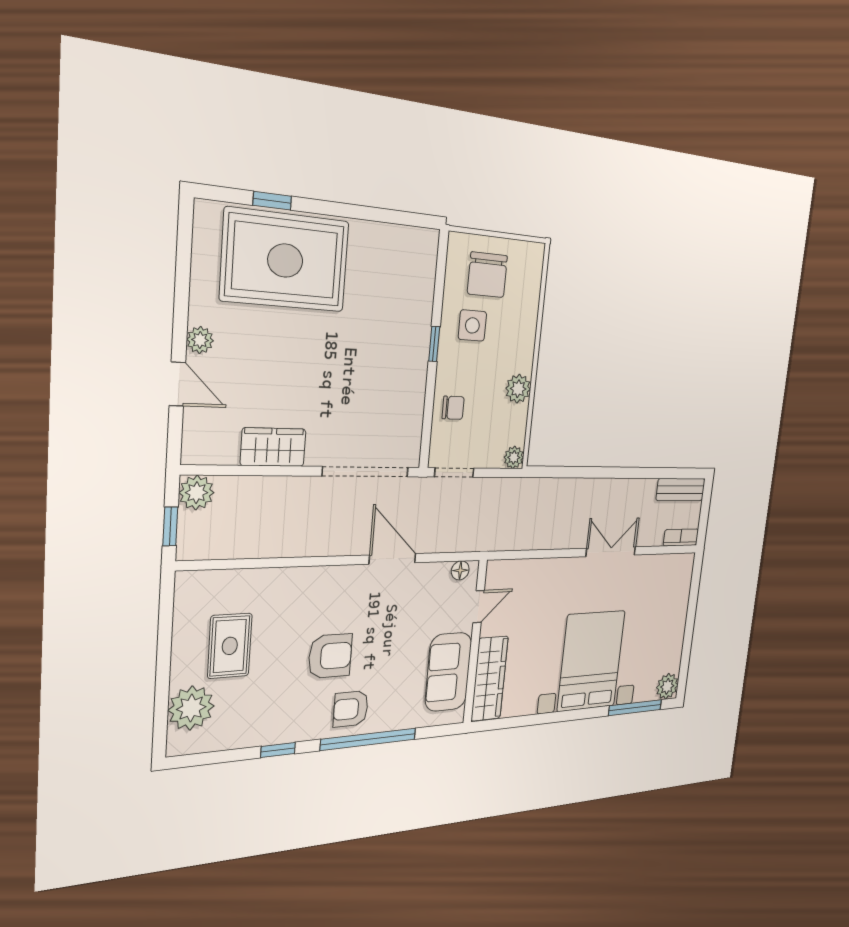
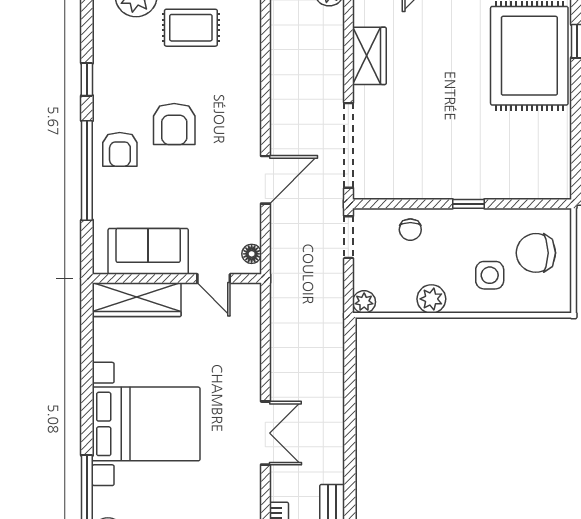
side table: (472, 325) -> (490, 275), moved
armchair: (351, 709) -> (120, 149), turned 180

